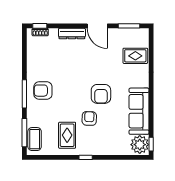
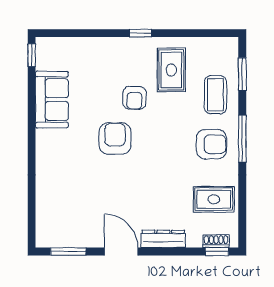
rug: (135, 56) -> (214, 199), moved
sofa: (139, 111) -> (52, 100), width x0.73
window: (24, 133) -> (242, 74), width x0.69
coffee table: (35, 139) -> (215, 95), moved
plant: (140, 145) -> (51, 54), removed

